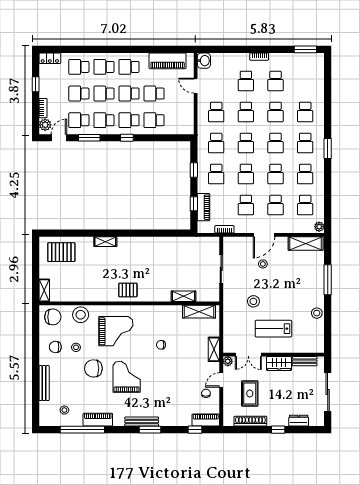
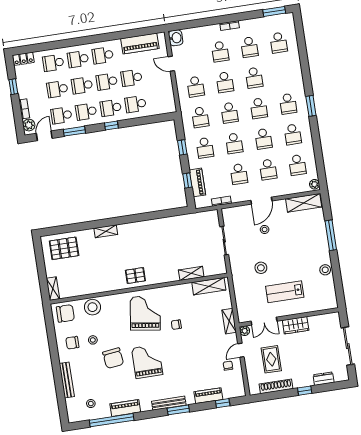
school desk: (305, 112) -> (279, 43), moved
grand piano: (116, 331) -> (145, 313), moved, turned -82
bench: (305, 361) -> (320, 319), removed
chair: (93, 368) -> (113, 358), turned -97
piano: (206, 420) -> (208, 396), moved

